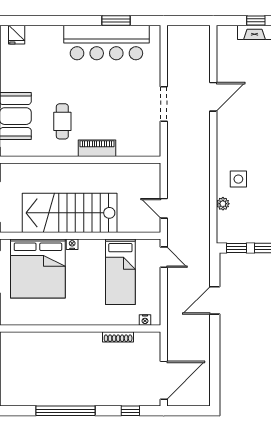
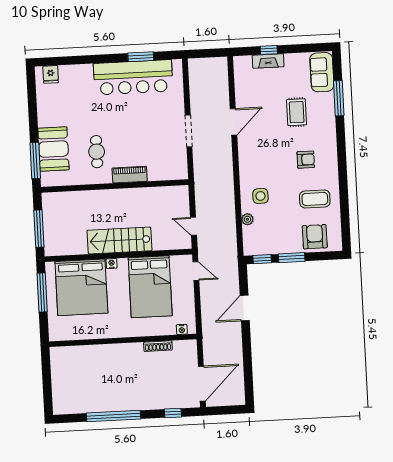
stairs: (70, 213) -> (120, 240), width x0.73, depth x0.66
bed: (120, 272) -> (150, 287), width x1.50

